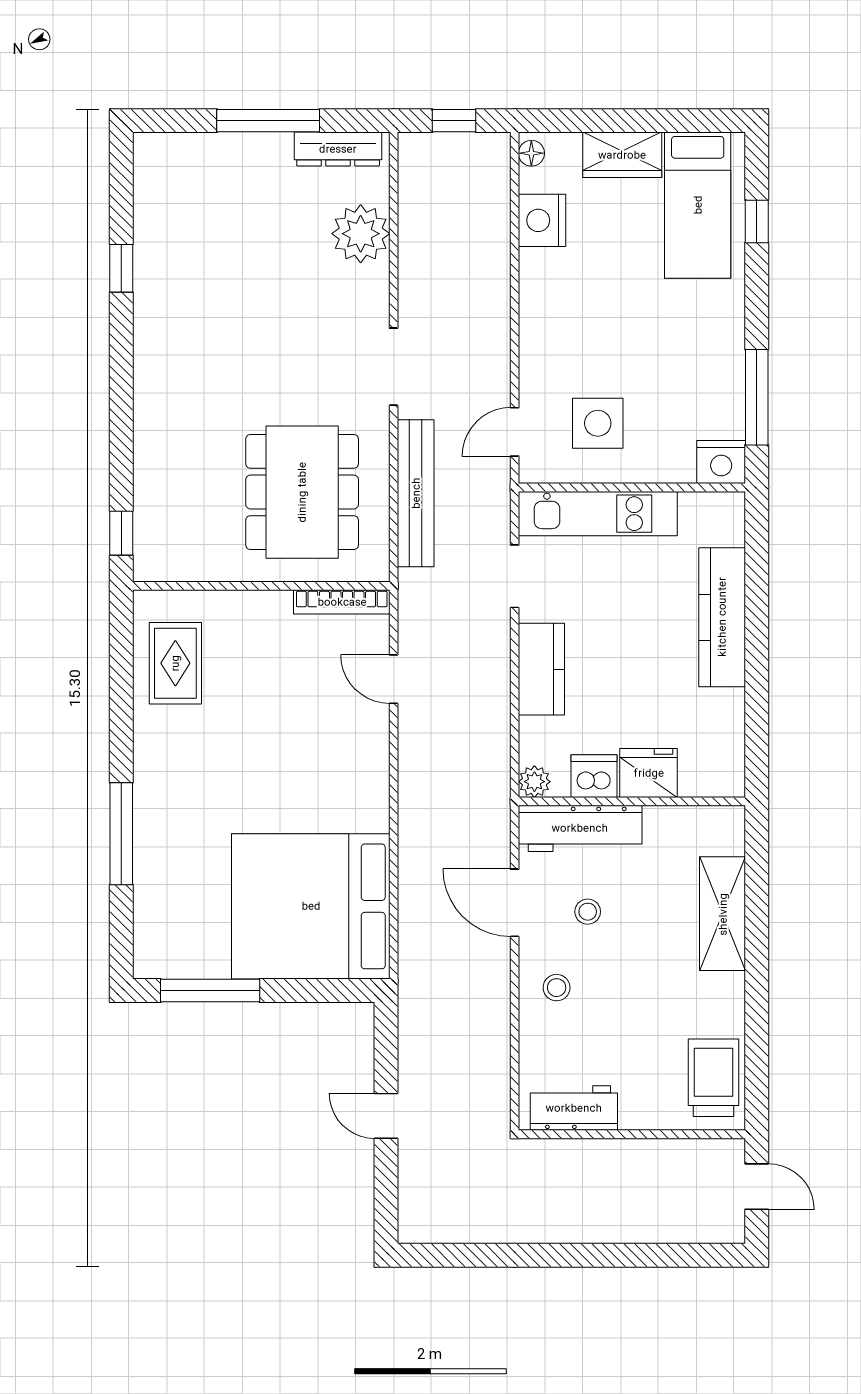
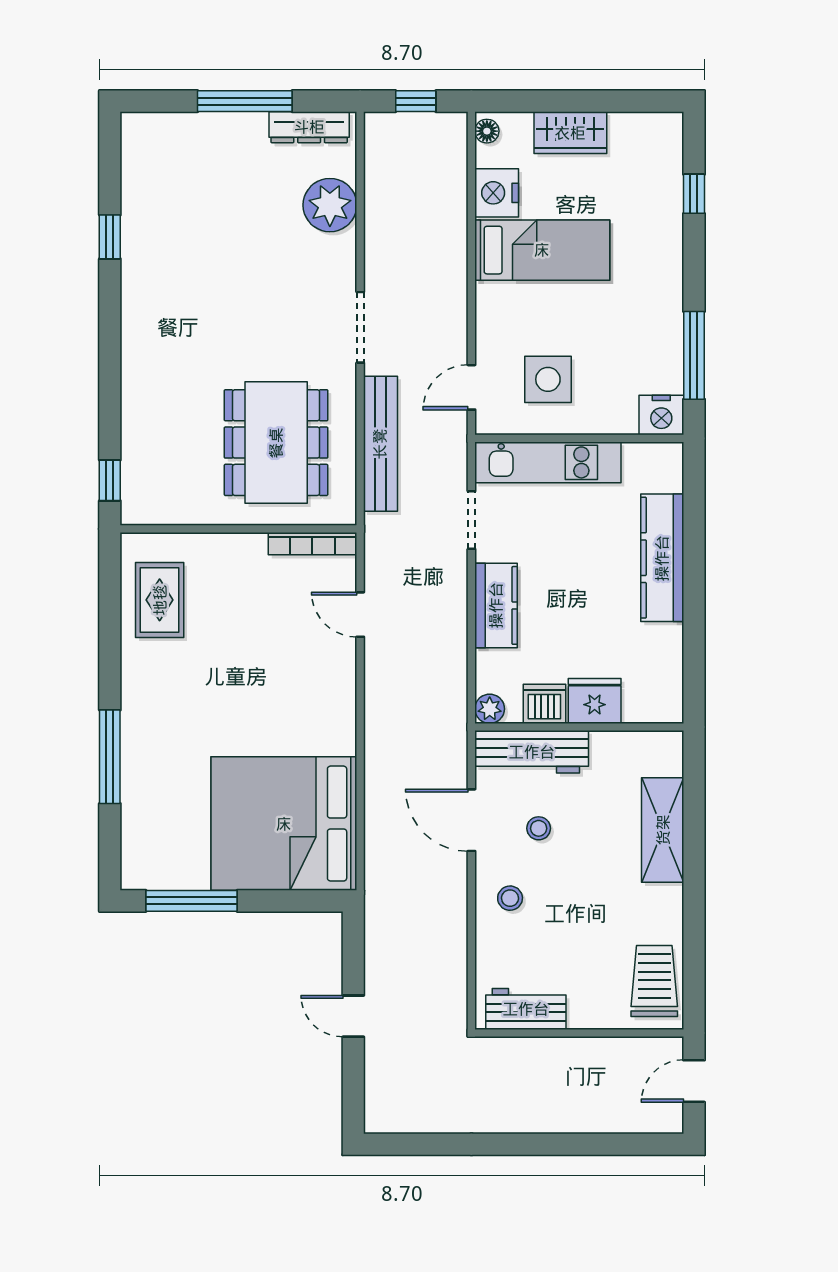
bed: (698, 205) -> (542, 250), moved, turned -90
door: (757, 1187) -> (694, 1081), swing flipped

